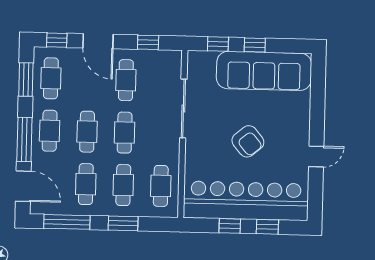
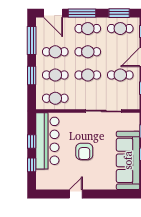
armchair: (248, 141) -> (84, 152), turned -50
door: (316, 156) -> (76, 194), swing flipped
door: (23, 186) -> (53, 13), hinge flipped
bar counter: (246, 201) -> (47, 141), width x0.73

